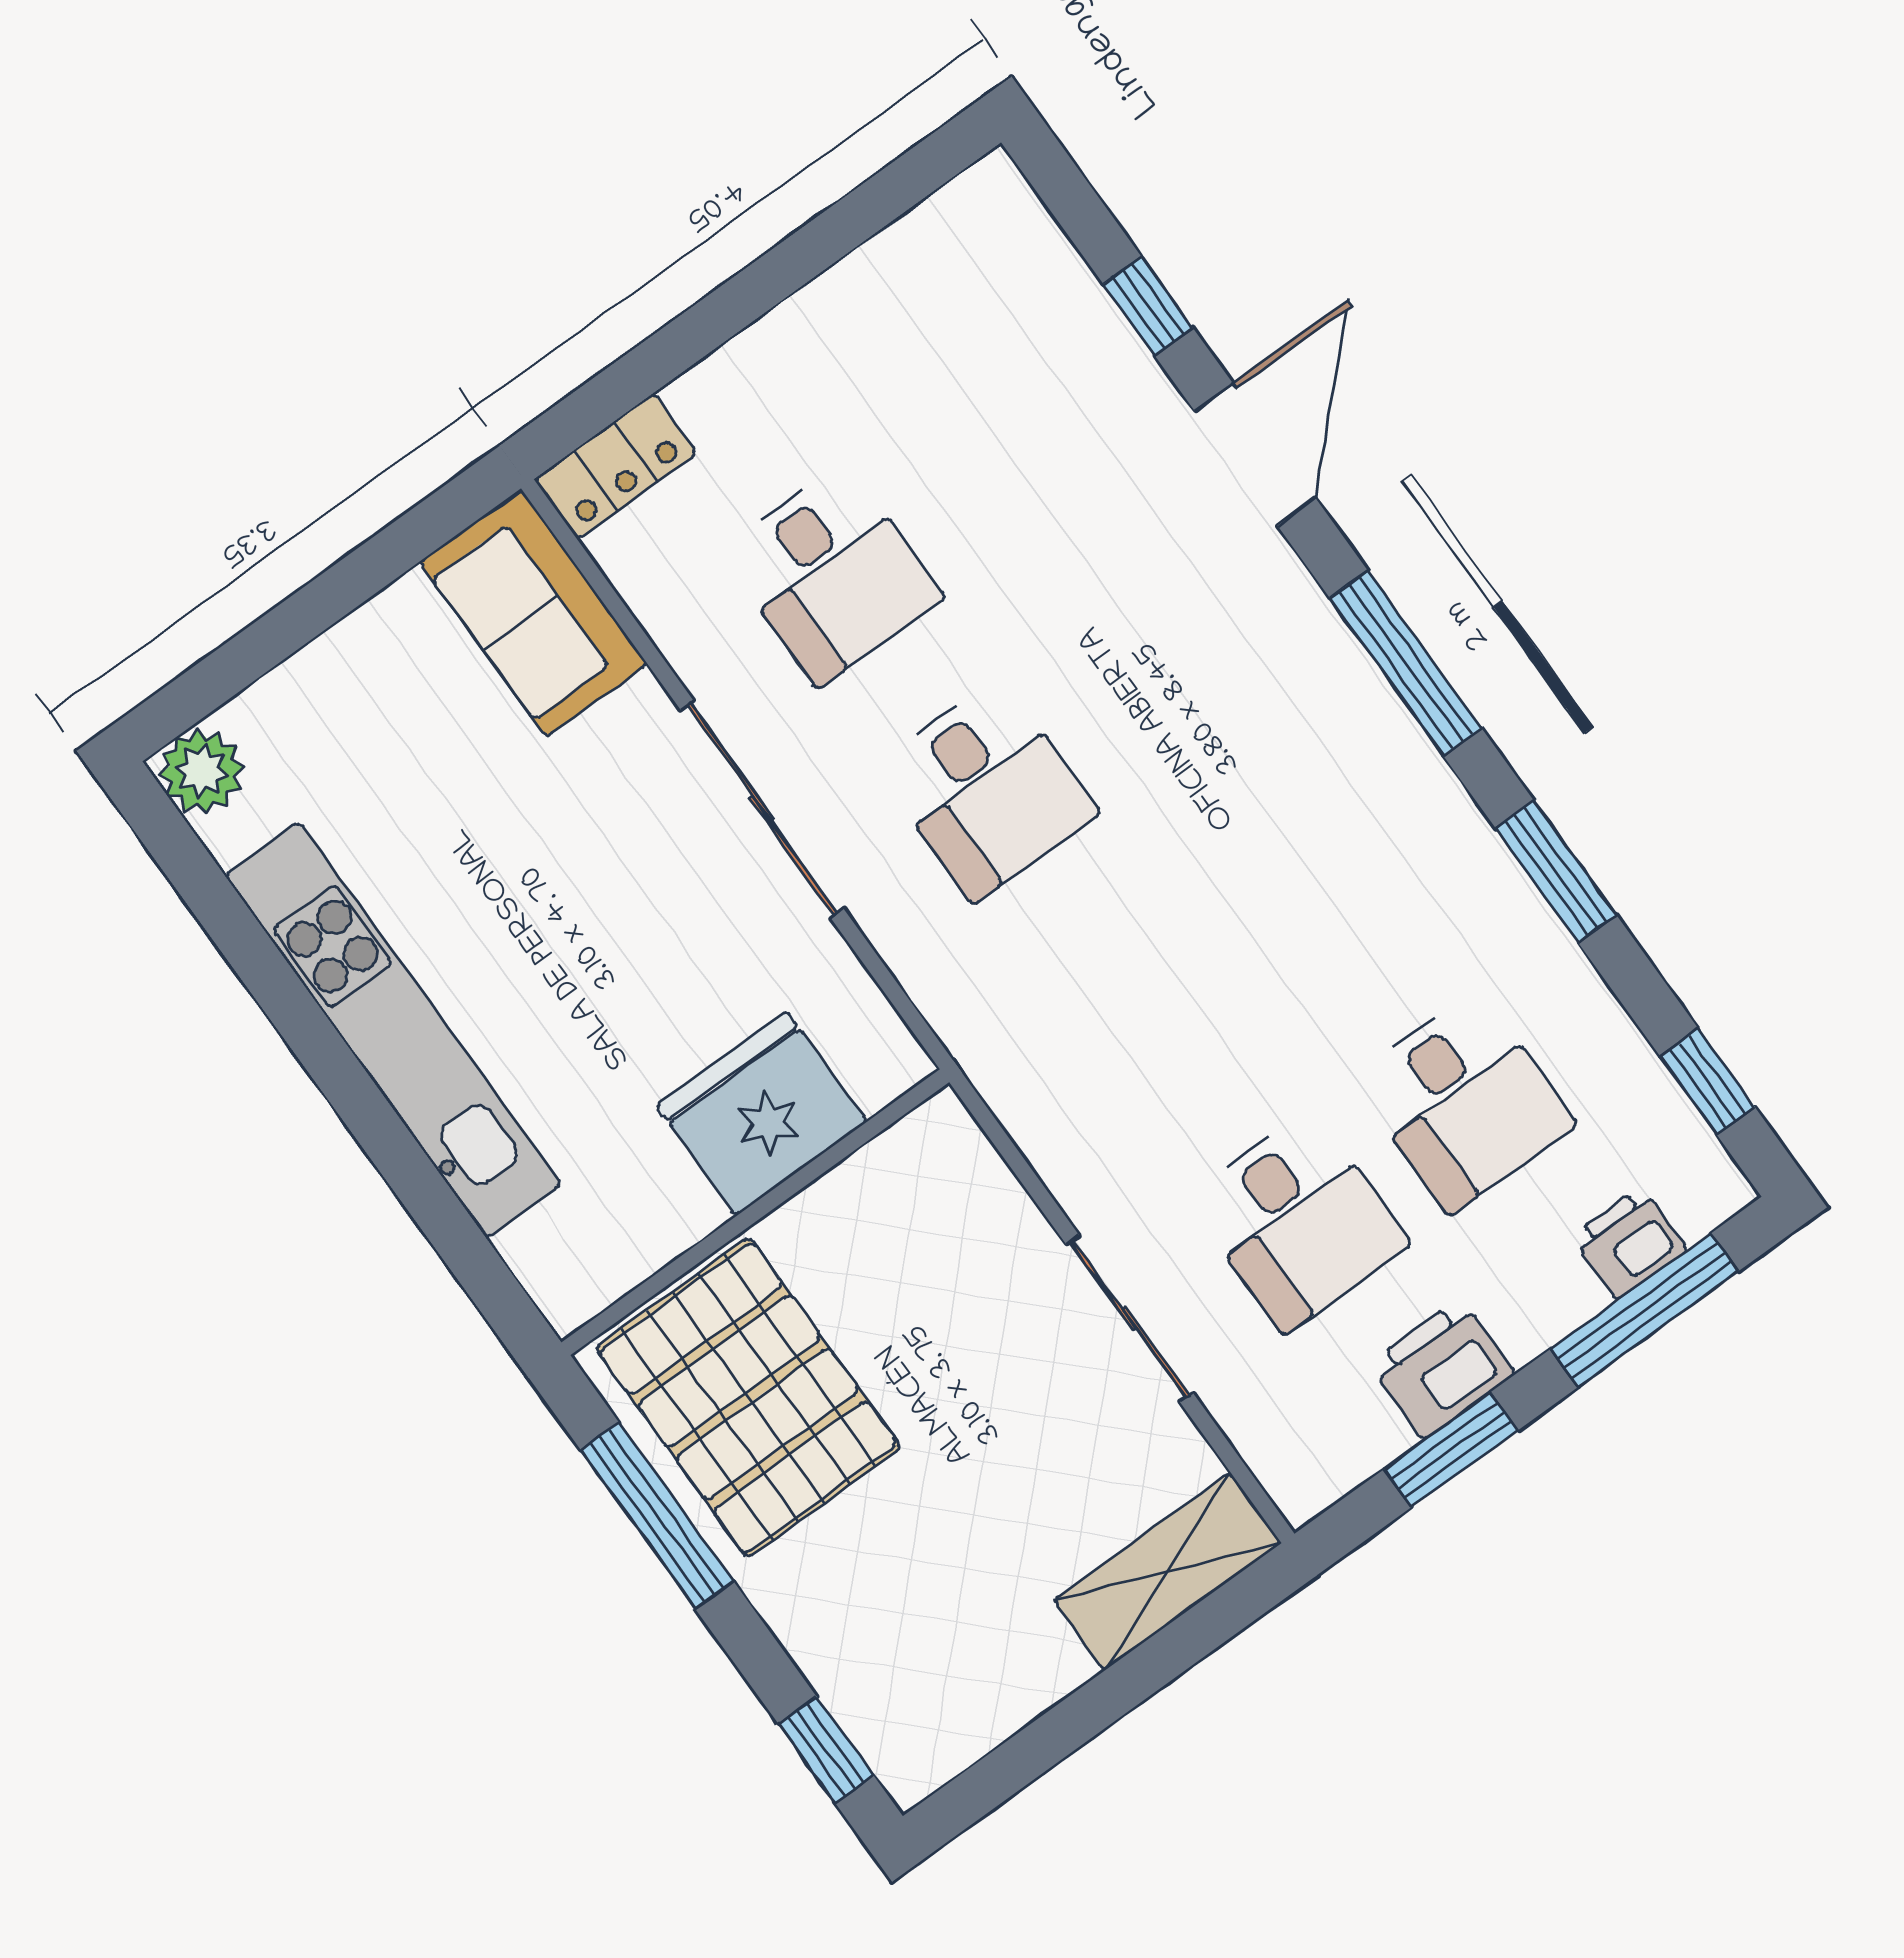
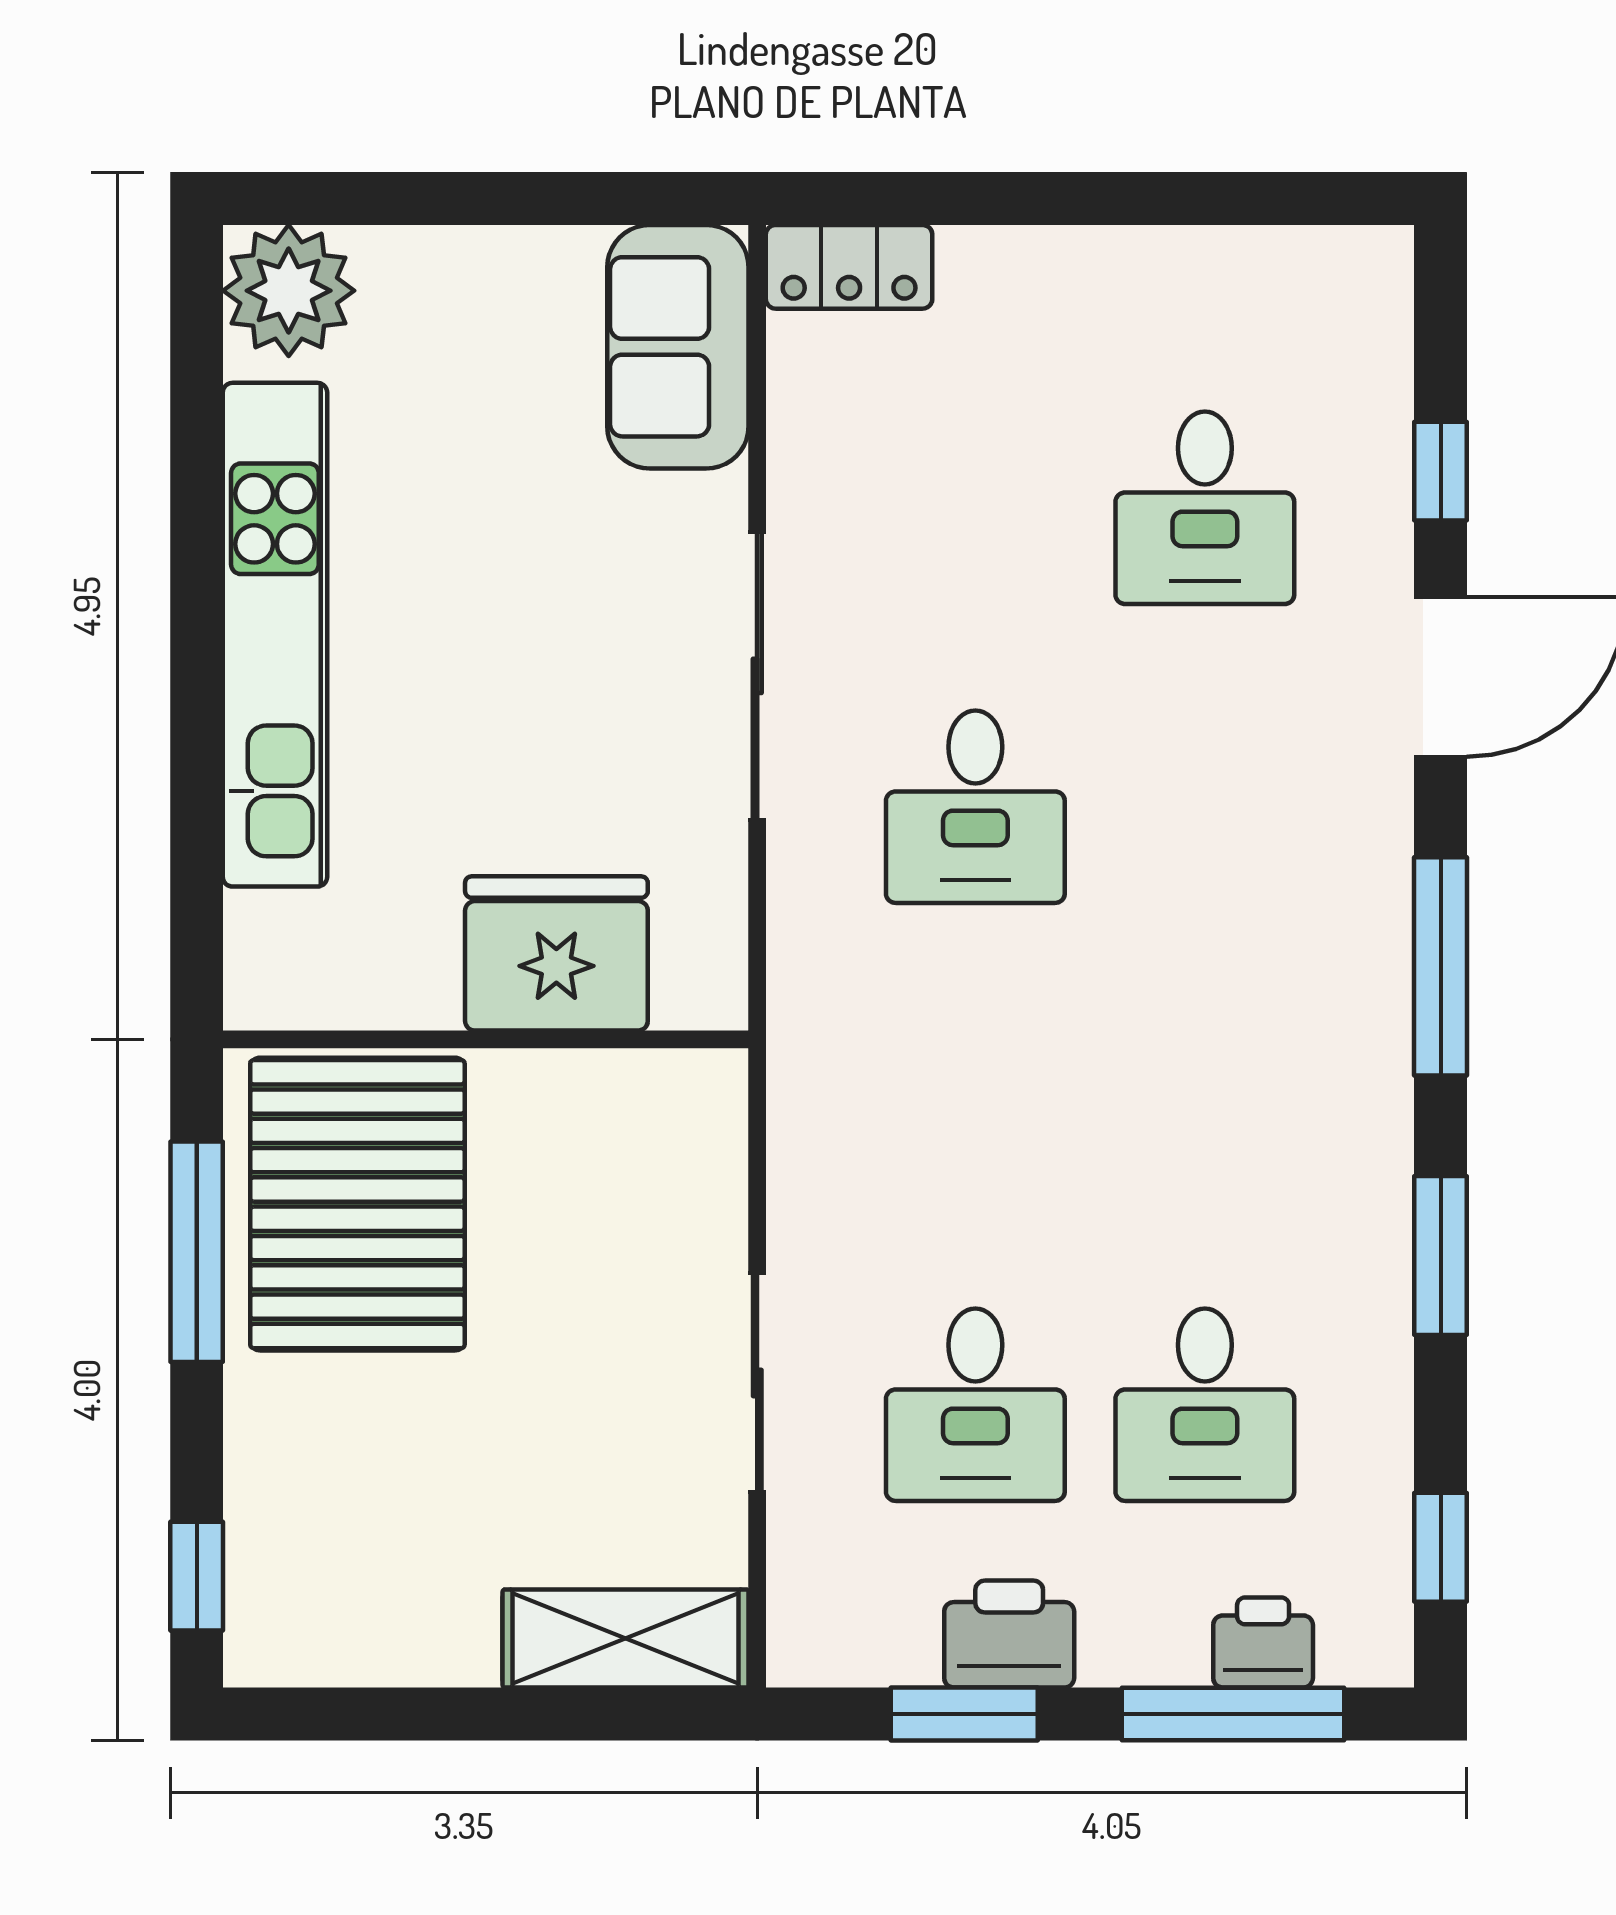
desk: (832, 574) -> (1205, 508), moved
plant: (202, 771) -> (289, 291), width x1.36, depth x1.36

